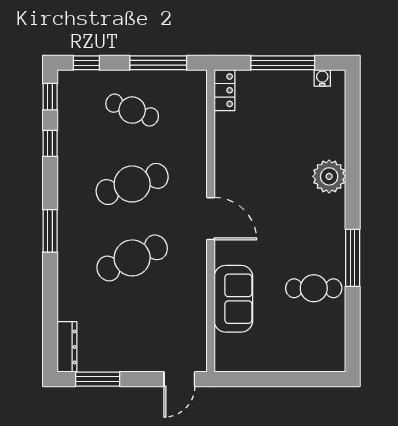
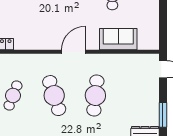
cafe table: (132, 258) -> (95, 96), turned 30

